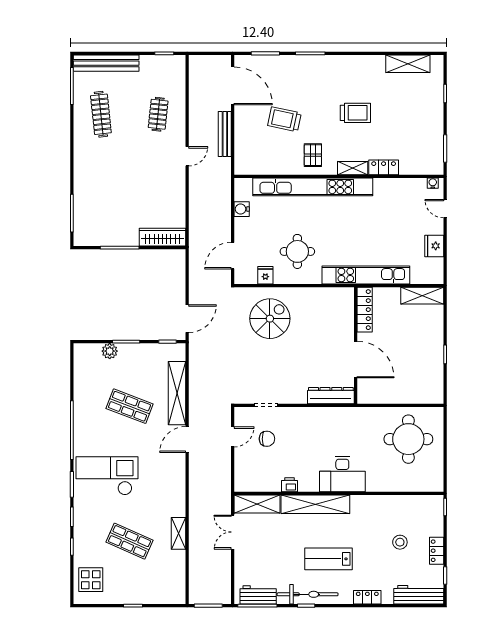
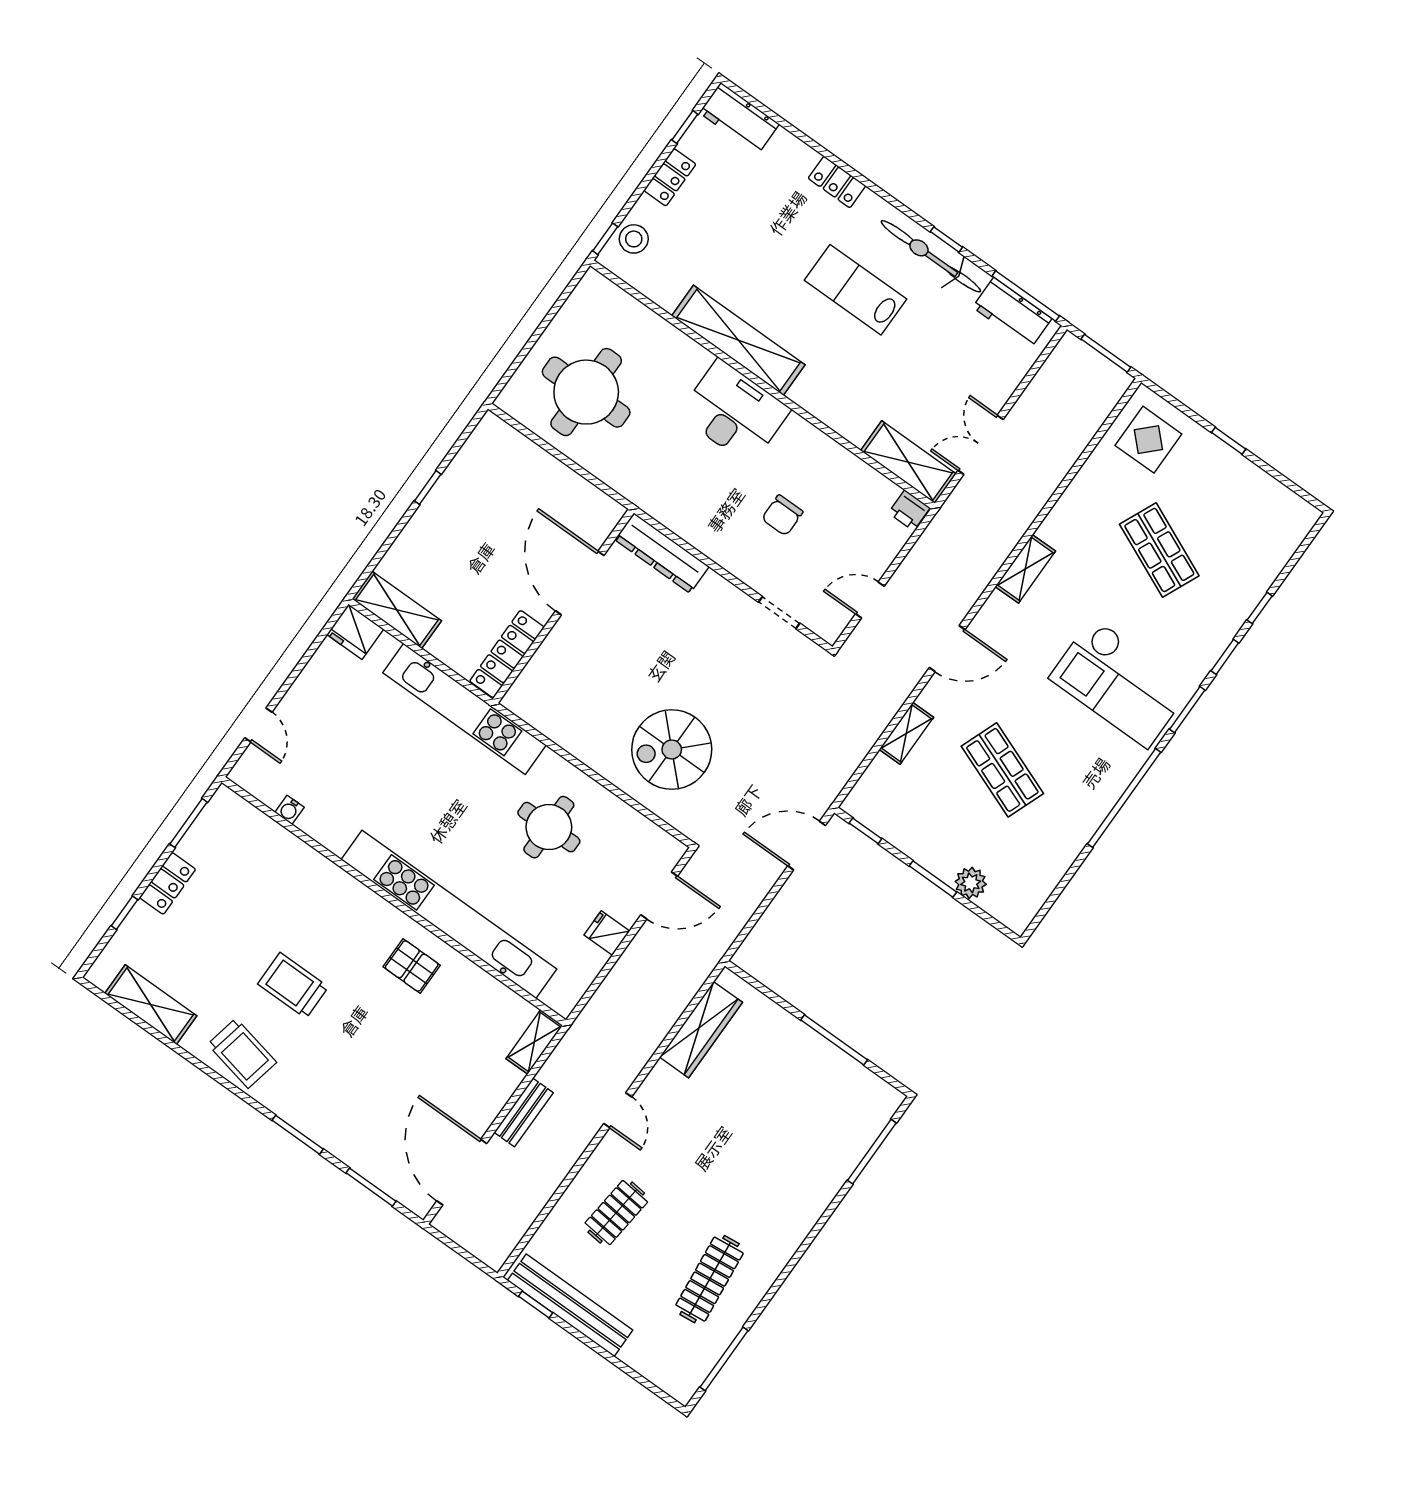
bench: (106, 63) -> (570, 1305), moved
trolley: (284, 119) -> (242, 1053), moved
bench: (225, 134) -> (524, 1113), width x0.73
pallet: (313, 155) -> (412, 966), turned 90
door: (187, 156) -> (618, 1110), swing flipped
locker: (384, 167) -> (167, 883), moved, turned -90
shelving: (353, 168) -> (534, 1042), moved, turned 90
water cooler: (433, 183) -> (289, 810), moved
water cooler: (242, 209) -> (590, 961), removed
wardrobe: (162, 237) -> (701, 1030), moved, turned -90
fridge: (434, 246) -> (355, 632), moved, turned 90
fridge: (265, 275) -> (607, 933), moved, turned 90
shelving: (177, 393) -> (906, 733), width x0.45, depth x0.75
chair: (267, 439) -> (782, 515), moved, turned -90
printer: (289, 485) -> (909, 510), moved
shelving: (315, 504) -> (738, 340), moved
double door: (233, 532) -> (981, 445), swing flipped
shelving: (178, 533) -> (1025, 569), moved
stool: (400, 542) -> (634, 239), moved
lab bench: (329, 559) -> (856, 290), turned 180
display table: (91, 580) -> (1148, 440), moved
workbench: (419, 595) -> (739, 118), width x0.73

